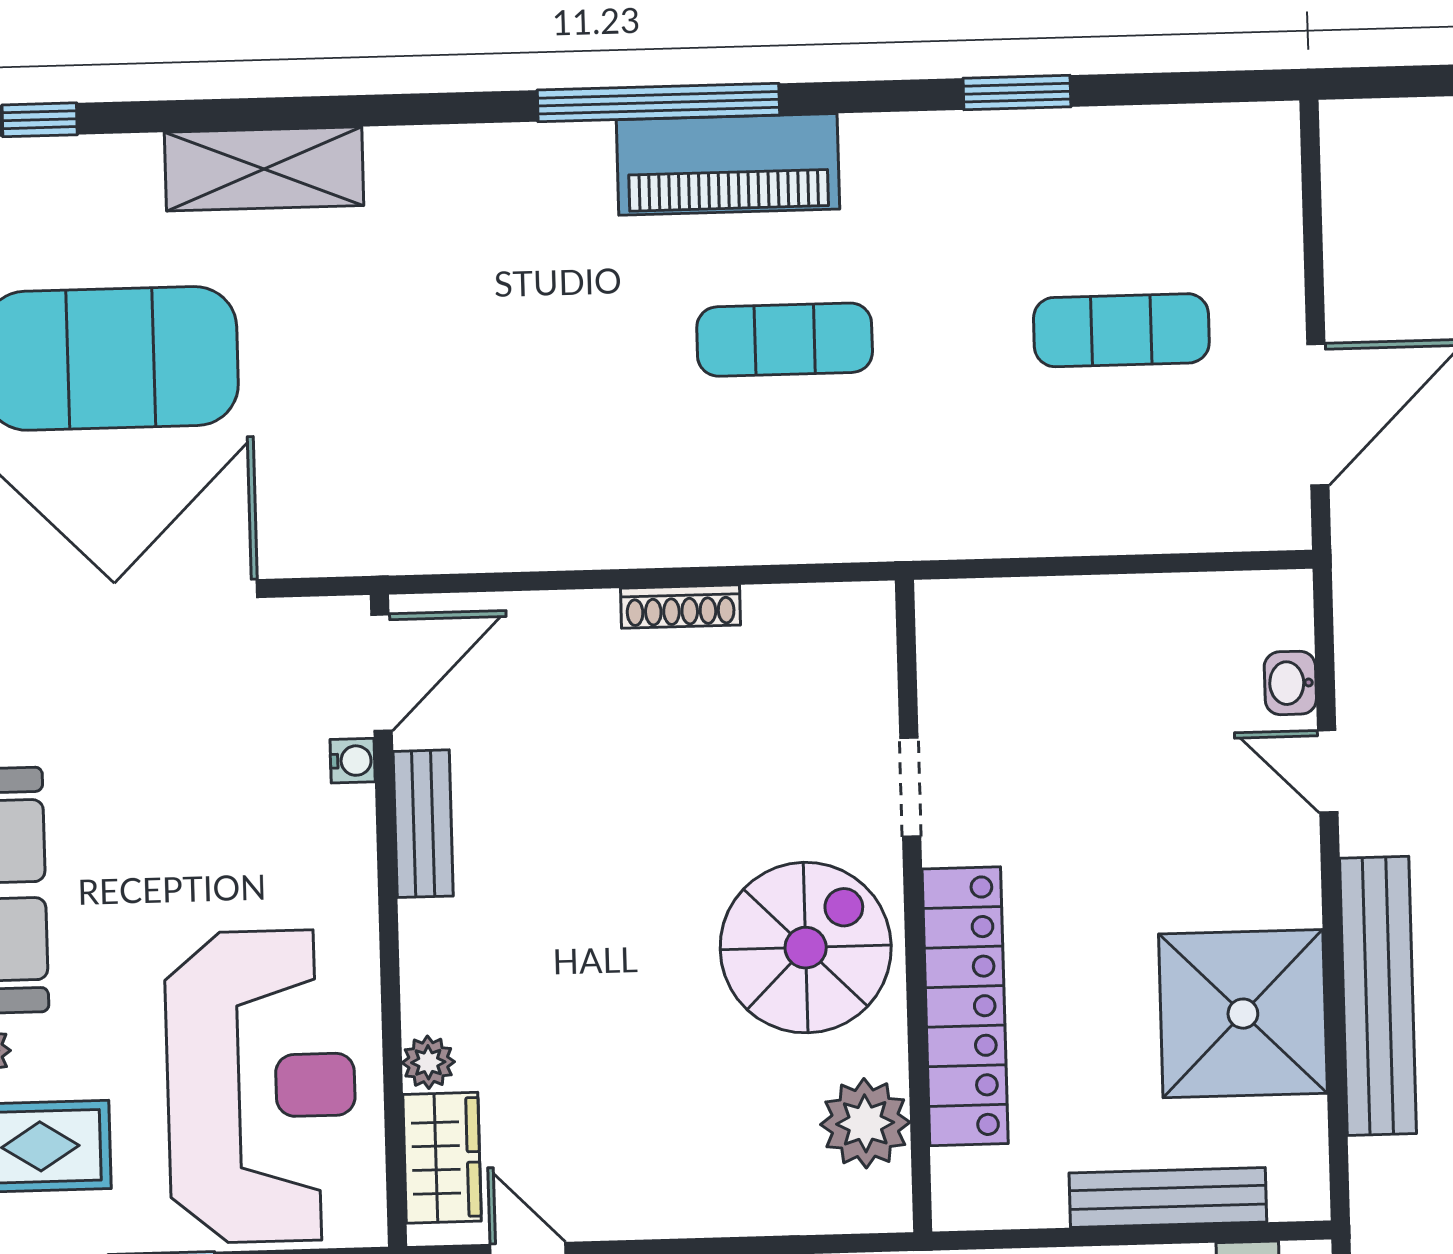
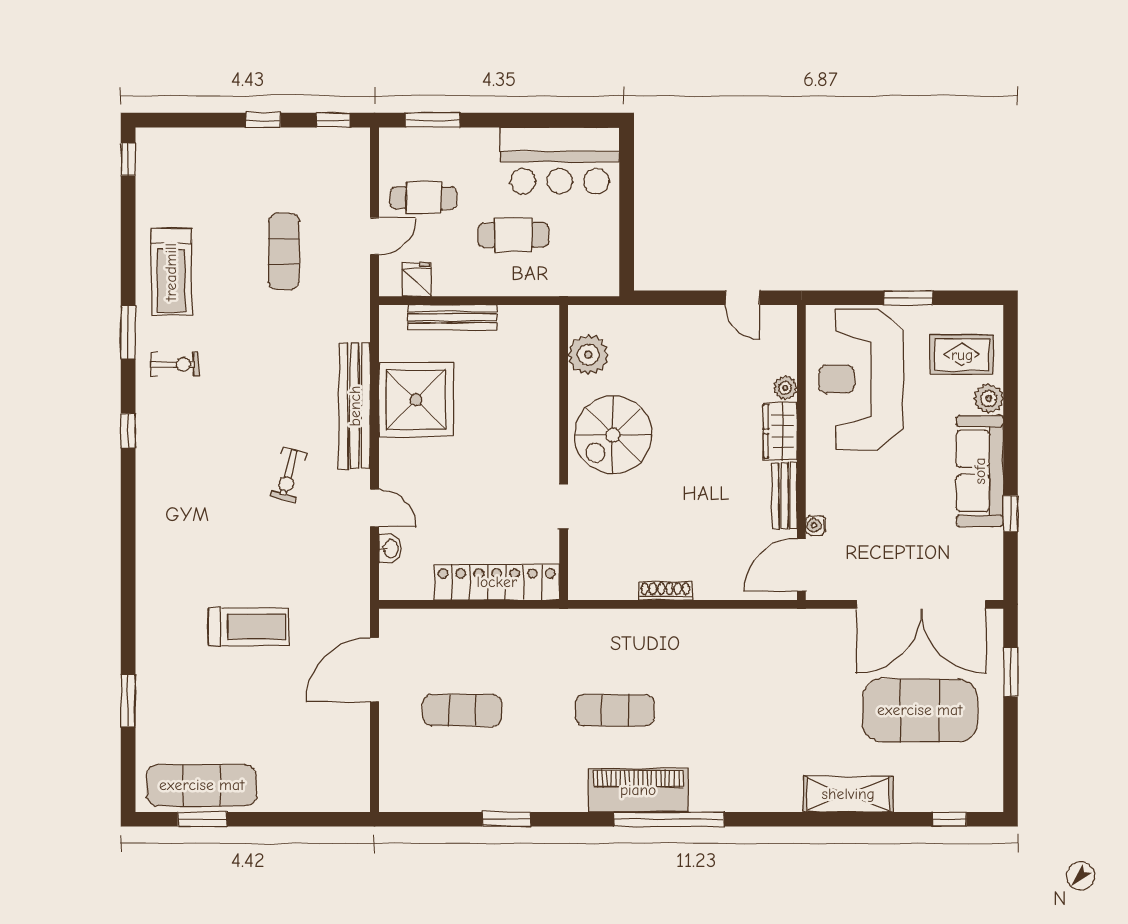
locker: (965, 1006) -> (497, 582), moved, turned 90
wardrobe: (442, 1158) -> (780, 431), moved

